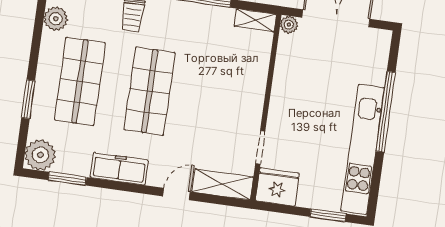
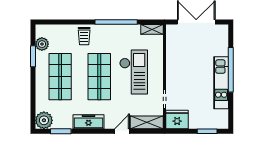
plant: (289, 25) -> (171, 29), removed
checkout: (212, 91) -> (134, 72), added
window: (28, 99) -> (33, 56), moved
kitchen unit: (363, 149) -> (221, 83), width x0.73

